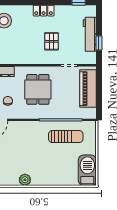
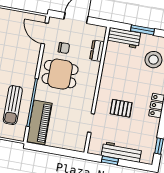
dining table: (38, 89) -> (60, 74), moved
piano: (88, 89) -> (39, 122), moved, turned 90

